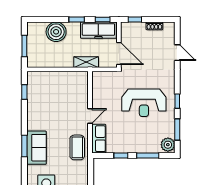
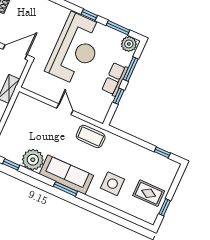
reception desk: (144, 103) -> (76, 49), width x1.36, depth x1.30
plant: (36, 108) -> (33, 160), added
row of seats: (99, 139) -> (115, 79), moved, turned -90
sofa: (36, 148) -> (66, 175), width x1.36

